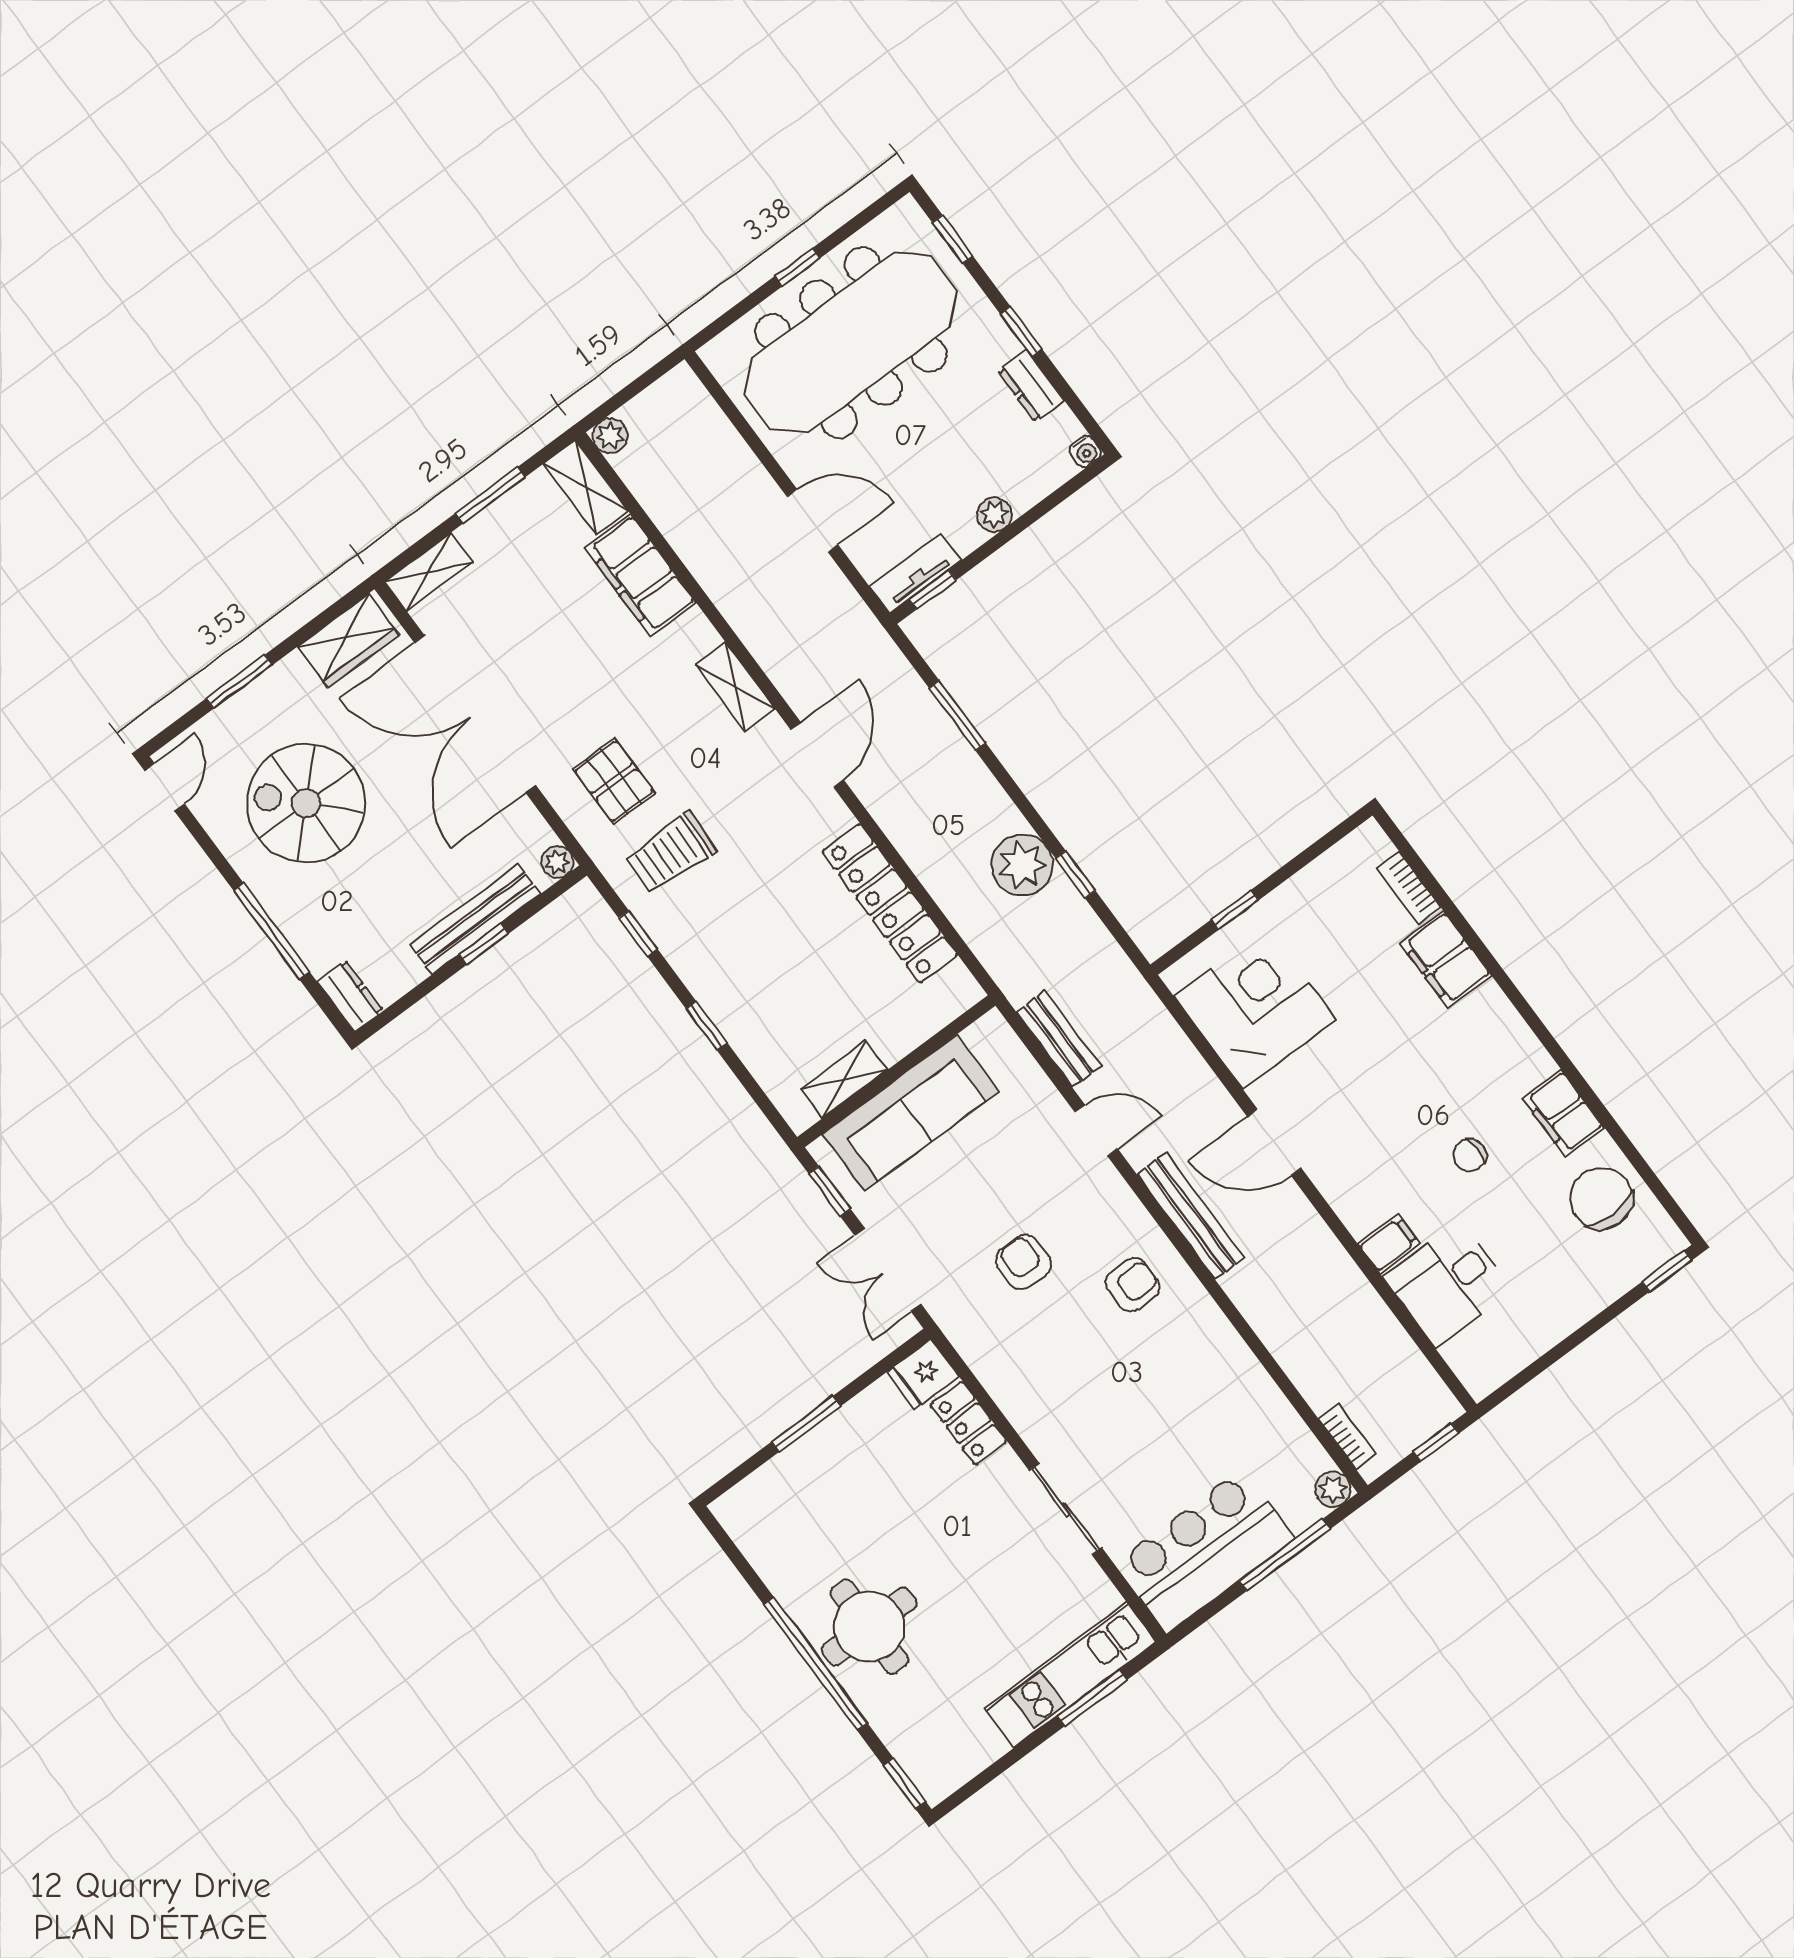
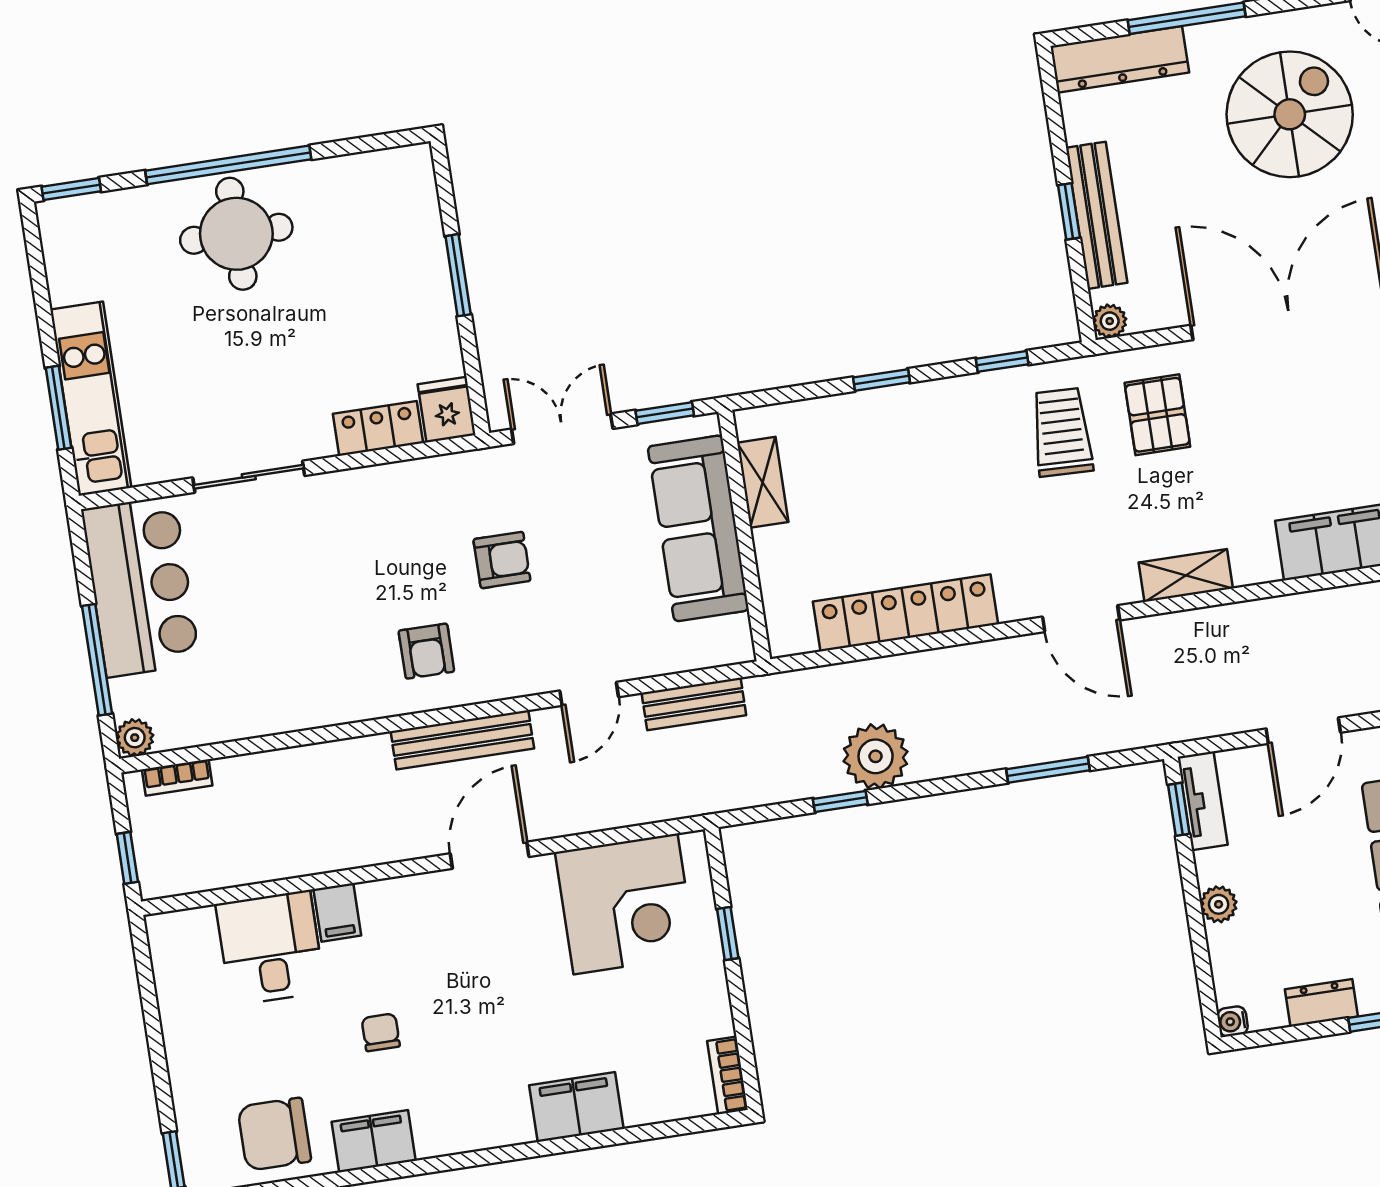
pallet: (614, 781) -> (1157, 415), turned 90
bookcase: (1409, 888) -> (727, 1075), moved, turned -90
dresser: (350, 996) -> (1120, 59), width x1.96, depth x1.24
chair: (1601, 1199) -> (274, 1134), turned 180

